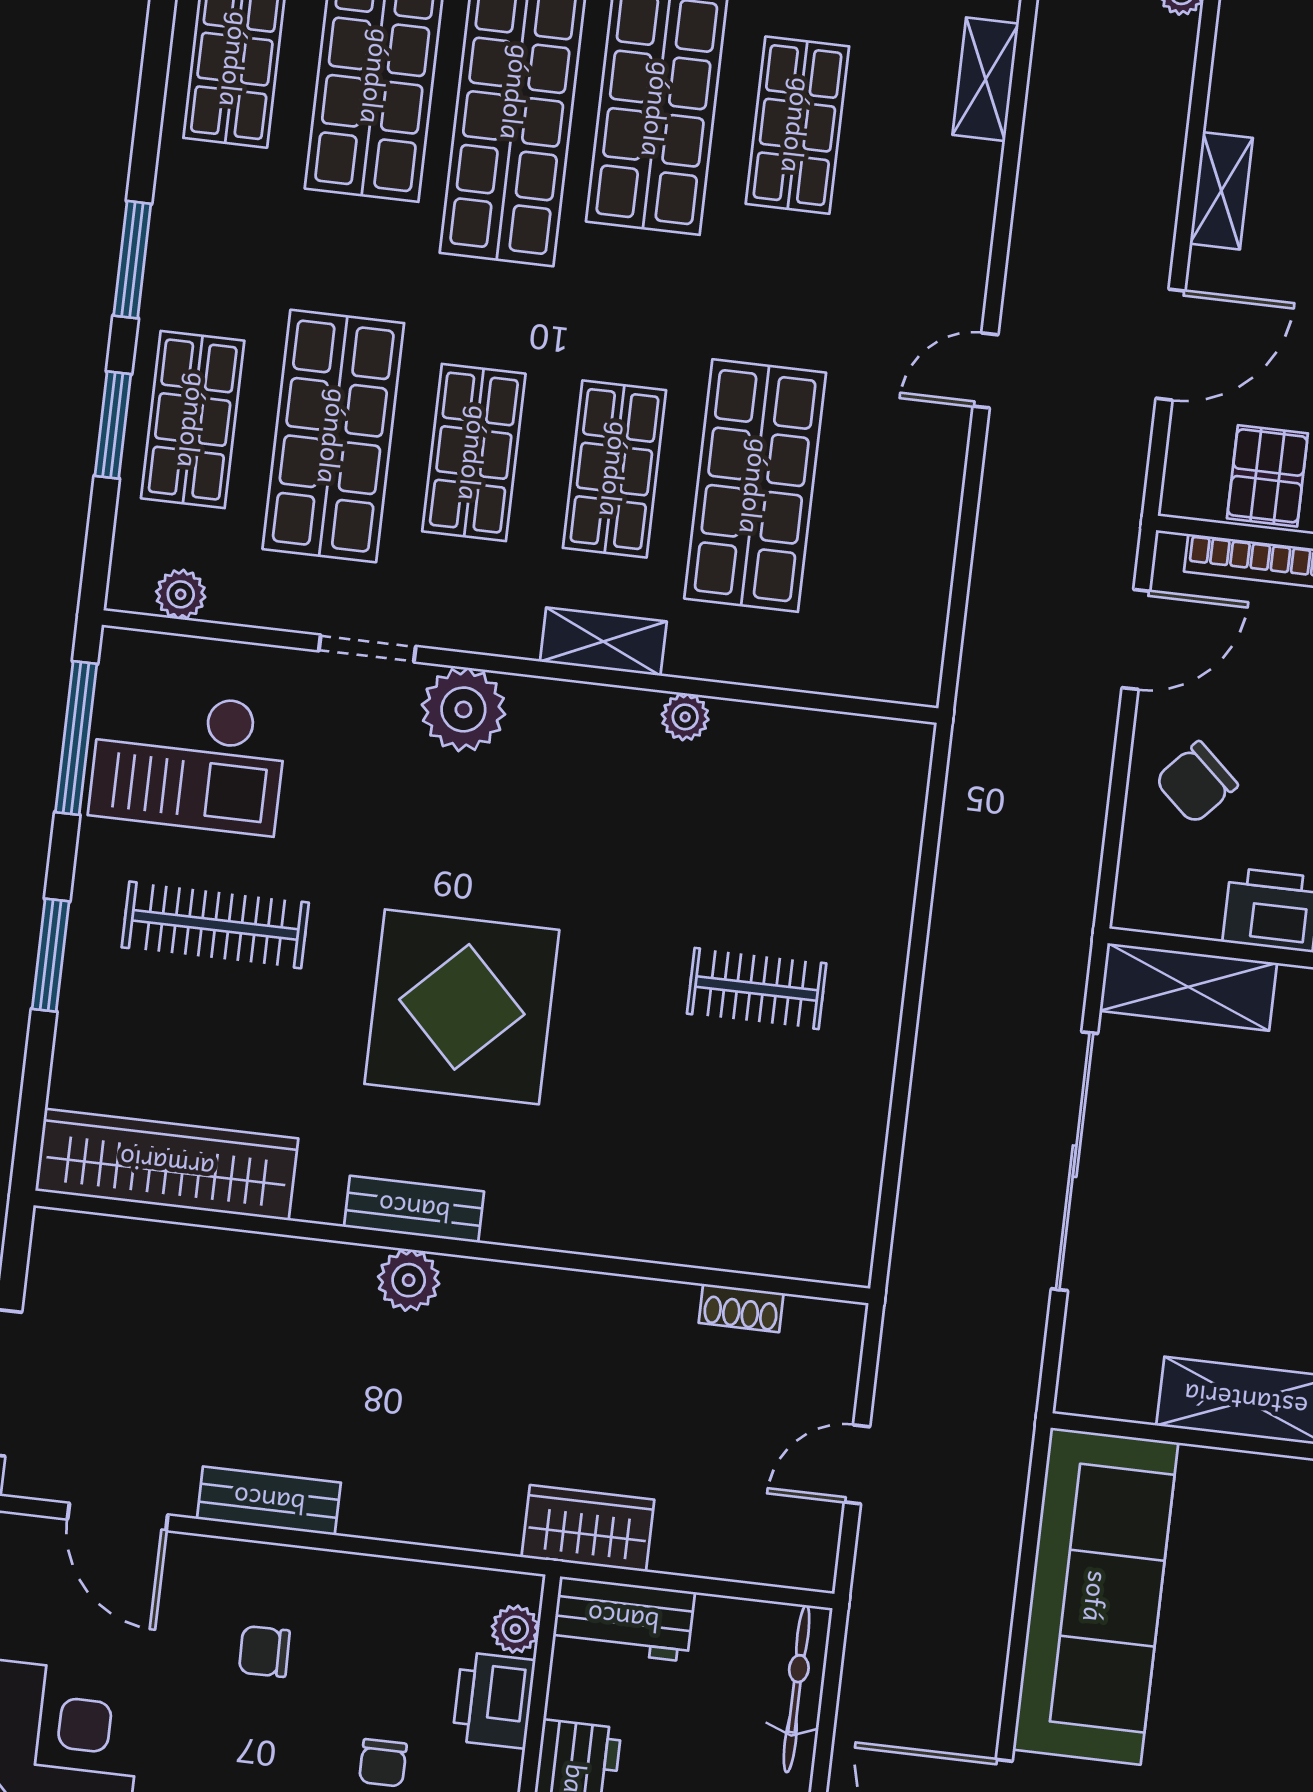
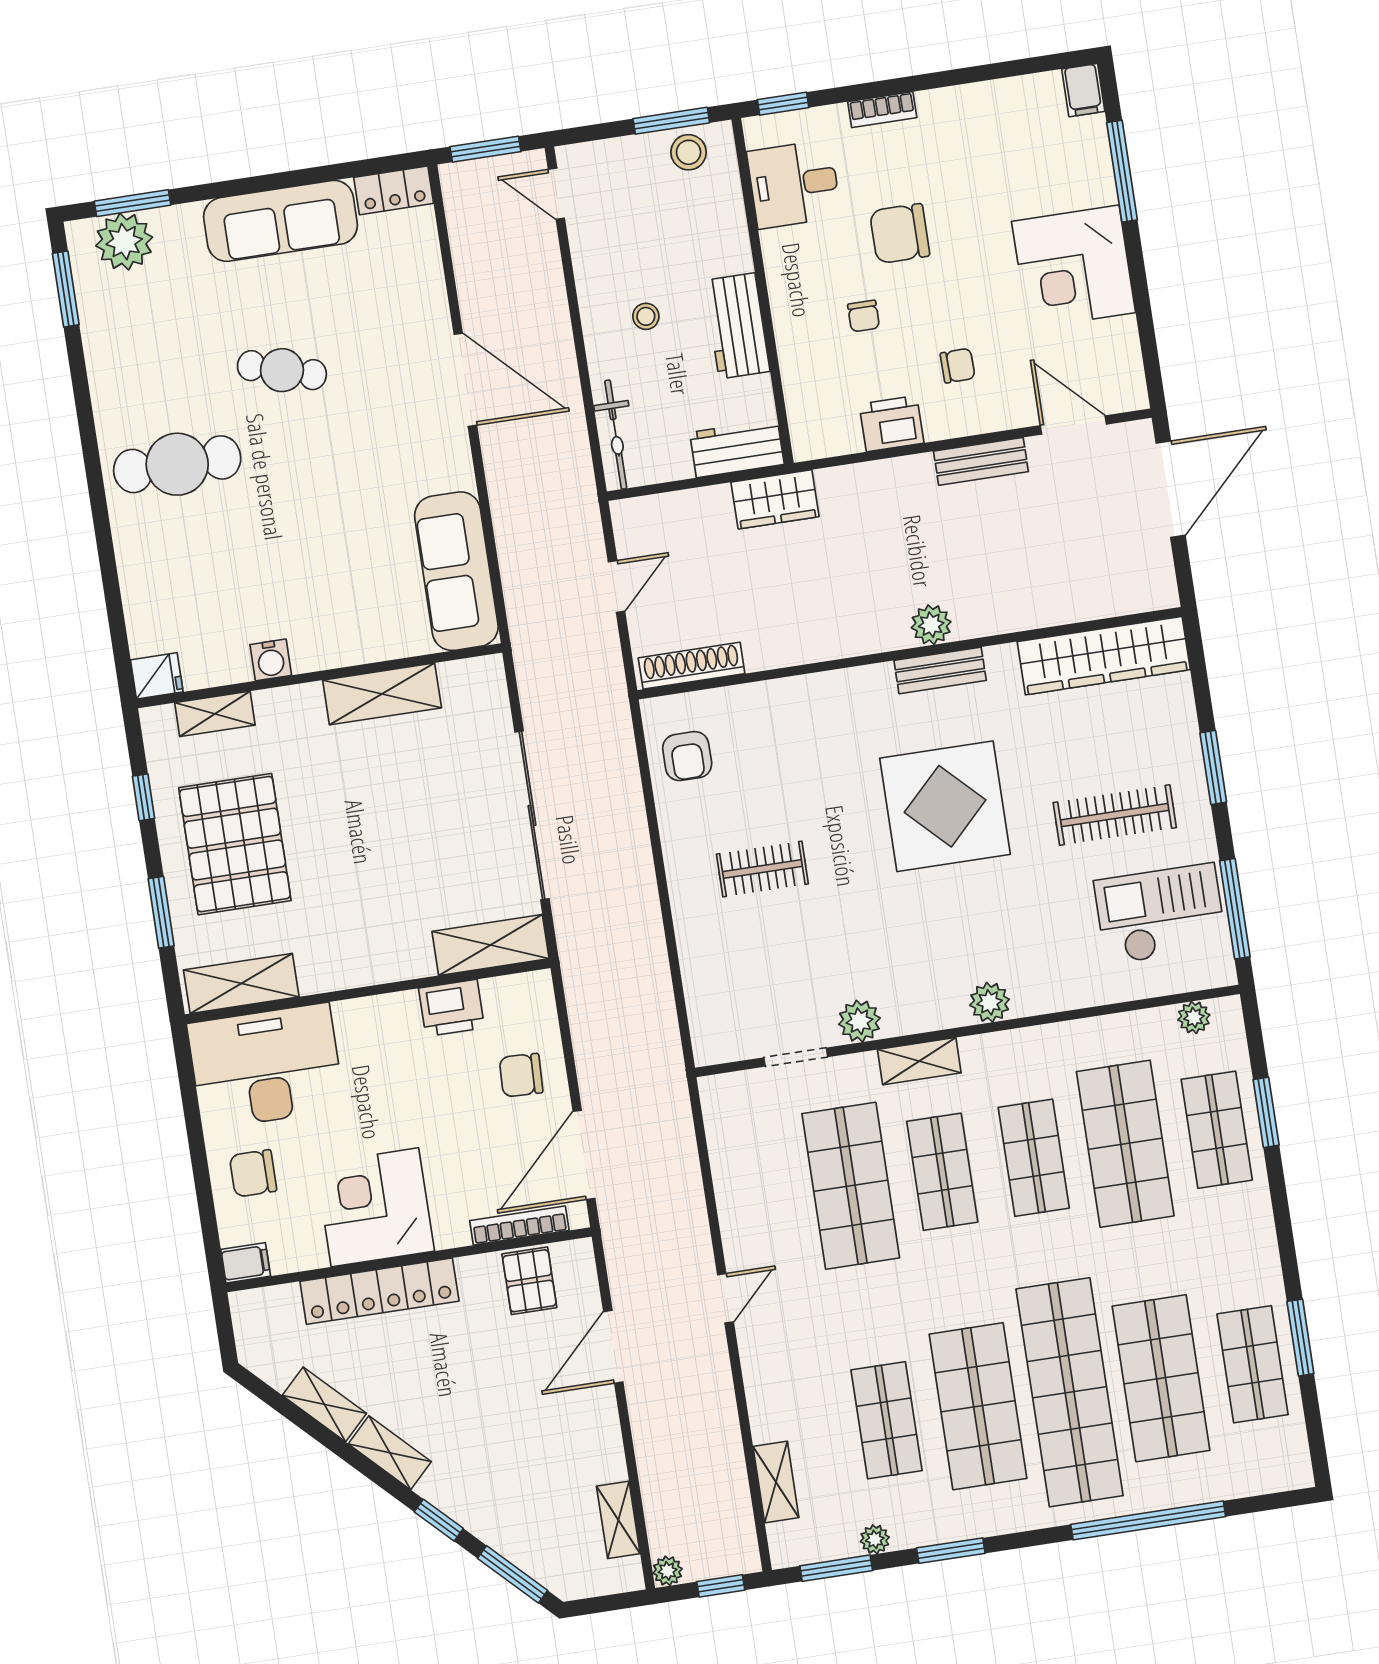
shelving: (1221, 191) -> (618, 1520), moved
window: (132, 260) -> (1300, 1338), moved
door: (1136, 639) -> (584, 1155), width x1.36
doorway: (367, 649) -> (796, 1057), moved
plant: (463, 709) -> (990, 1002), width x0.73, depth x0.73
plant: (685, 717) -> (859, 1021), width x1.38, depth x1.38
chair: (1196, 783) -> (521, 1075), turned -130
armchair: (822, 1186) -> (687, 756), added
shoe rack: (741, 1308) -> (692, 666), width x1.94, depth x1.24
sofa: (1096, 1596) -> (456, 571), width x0.74, depth x0.79
plant: (515, 1629) -> (803, 423), removed
printer: (494, 1700) -> (892, 424), moved, turned -90
chair: (383, 1763) -> (864, 316), turned 180

